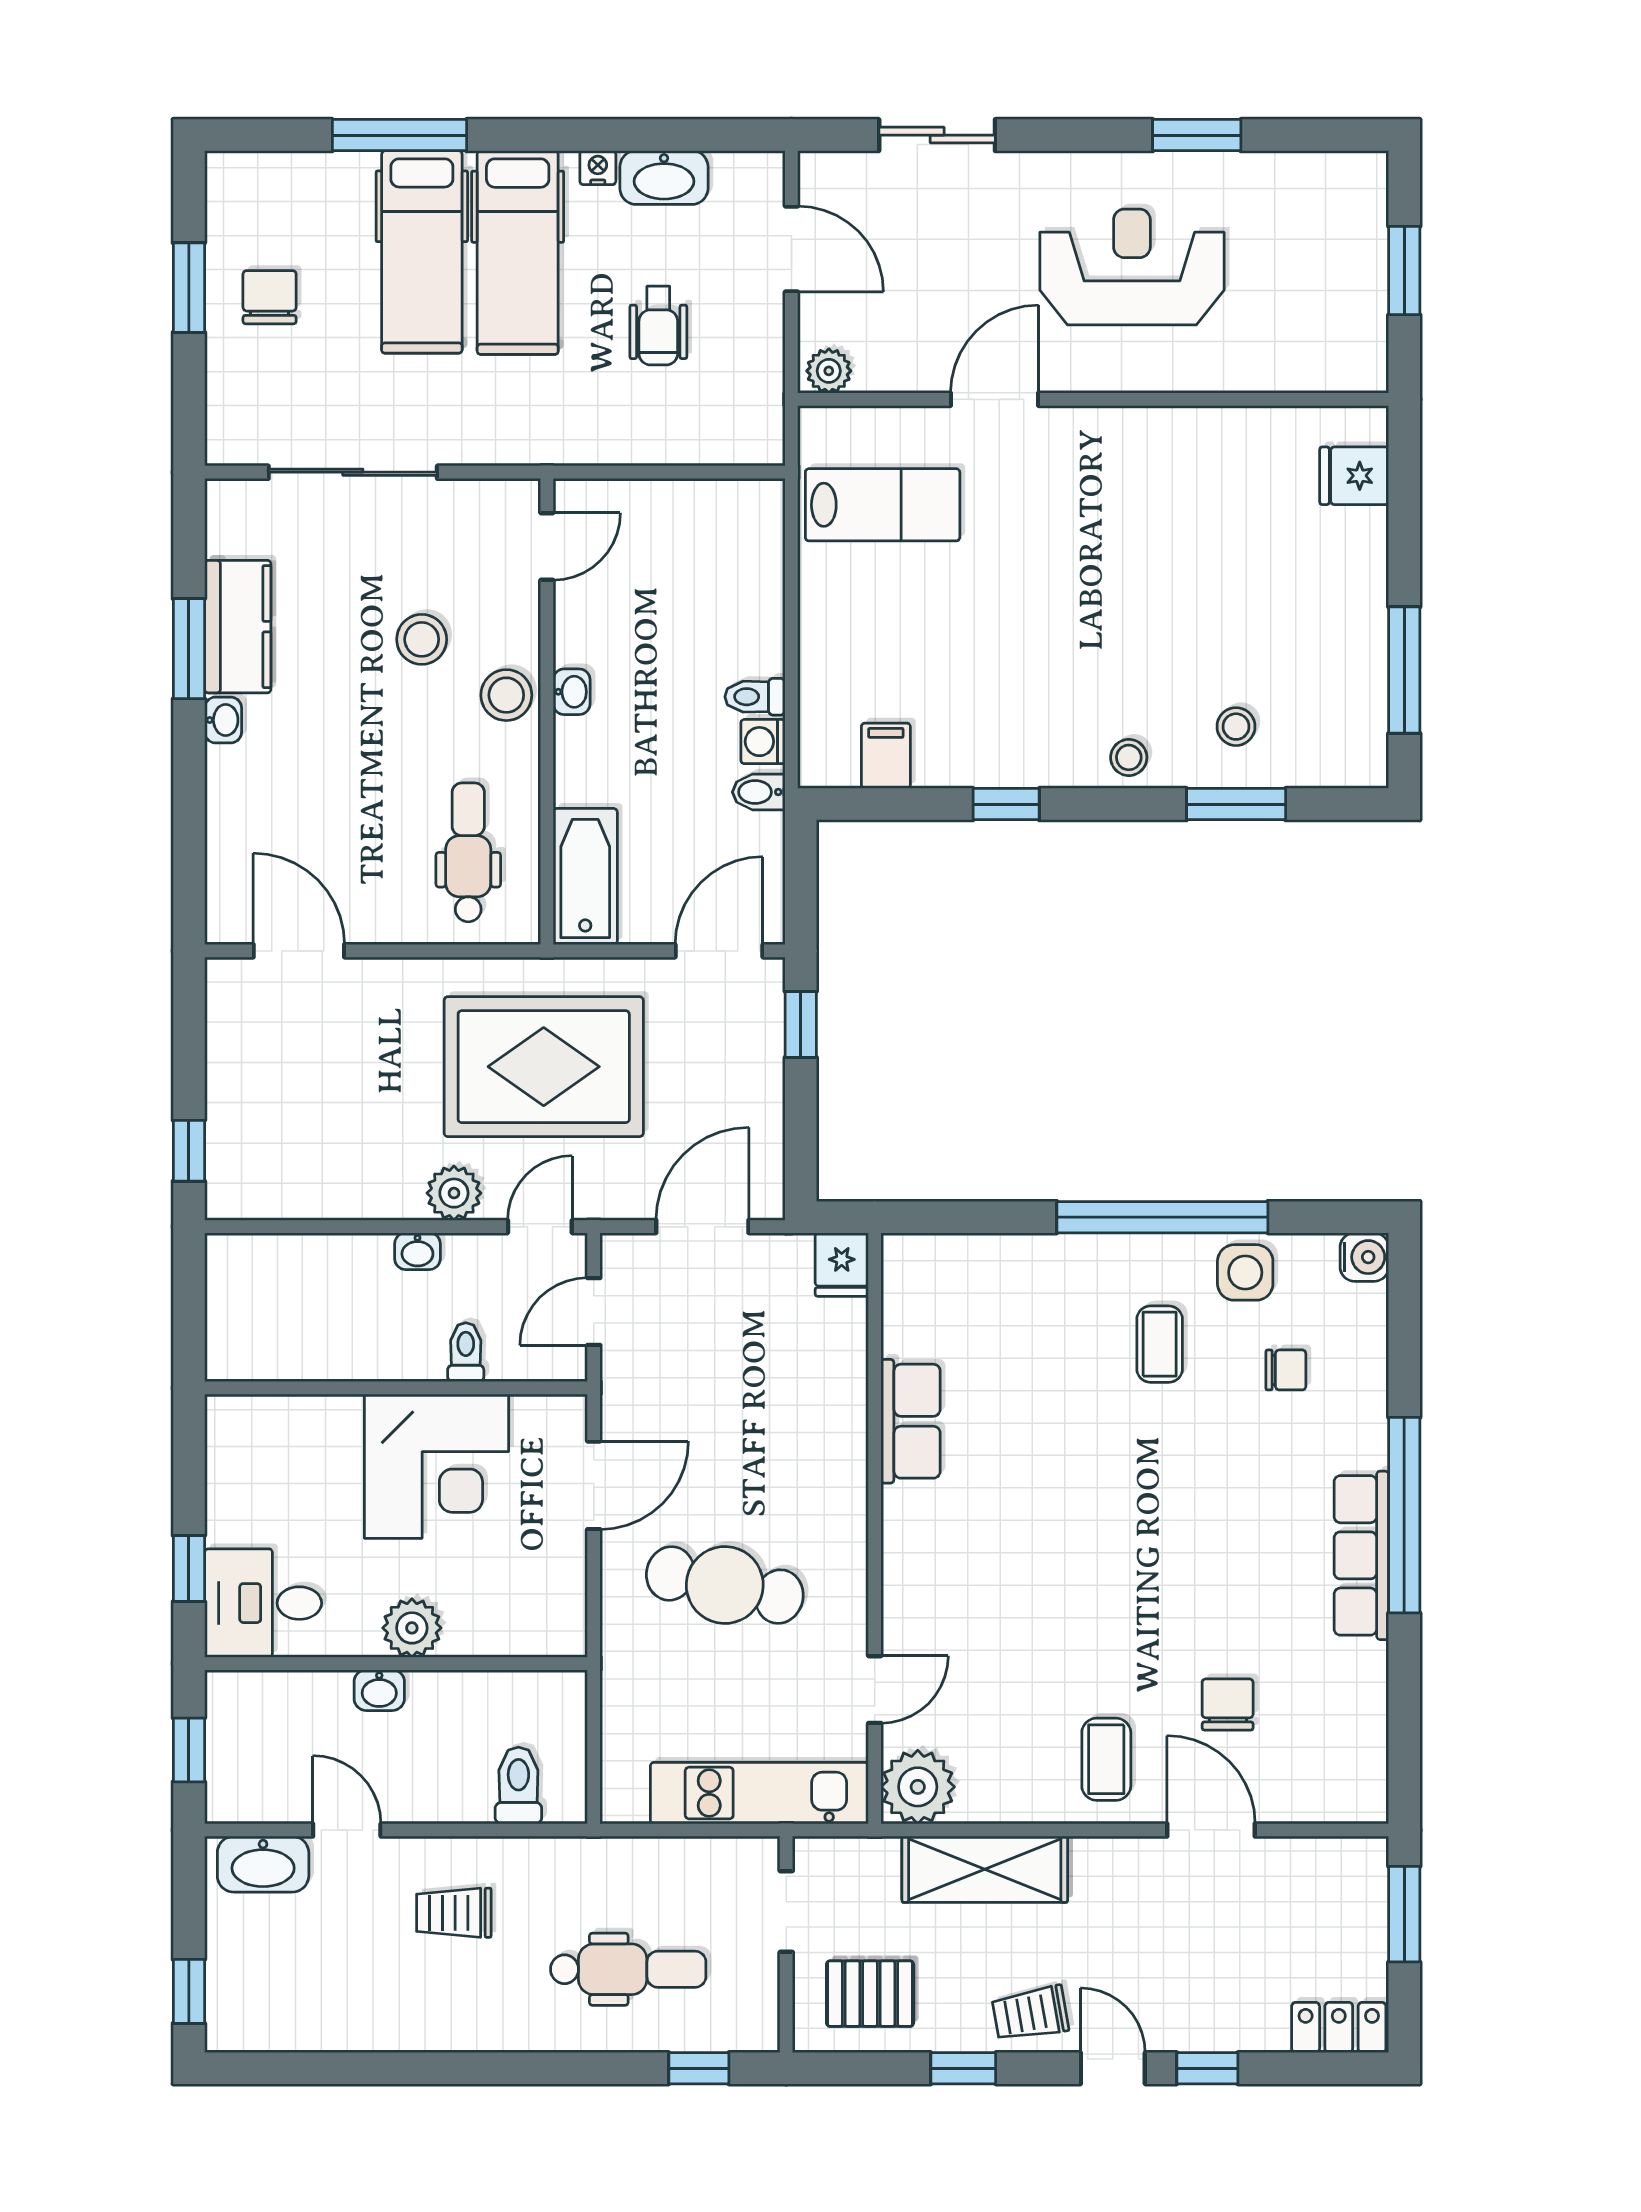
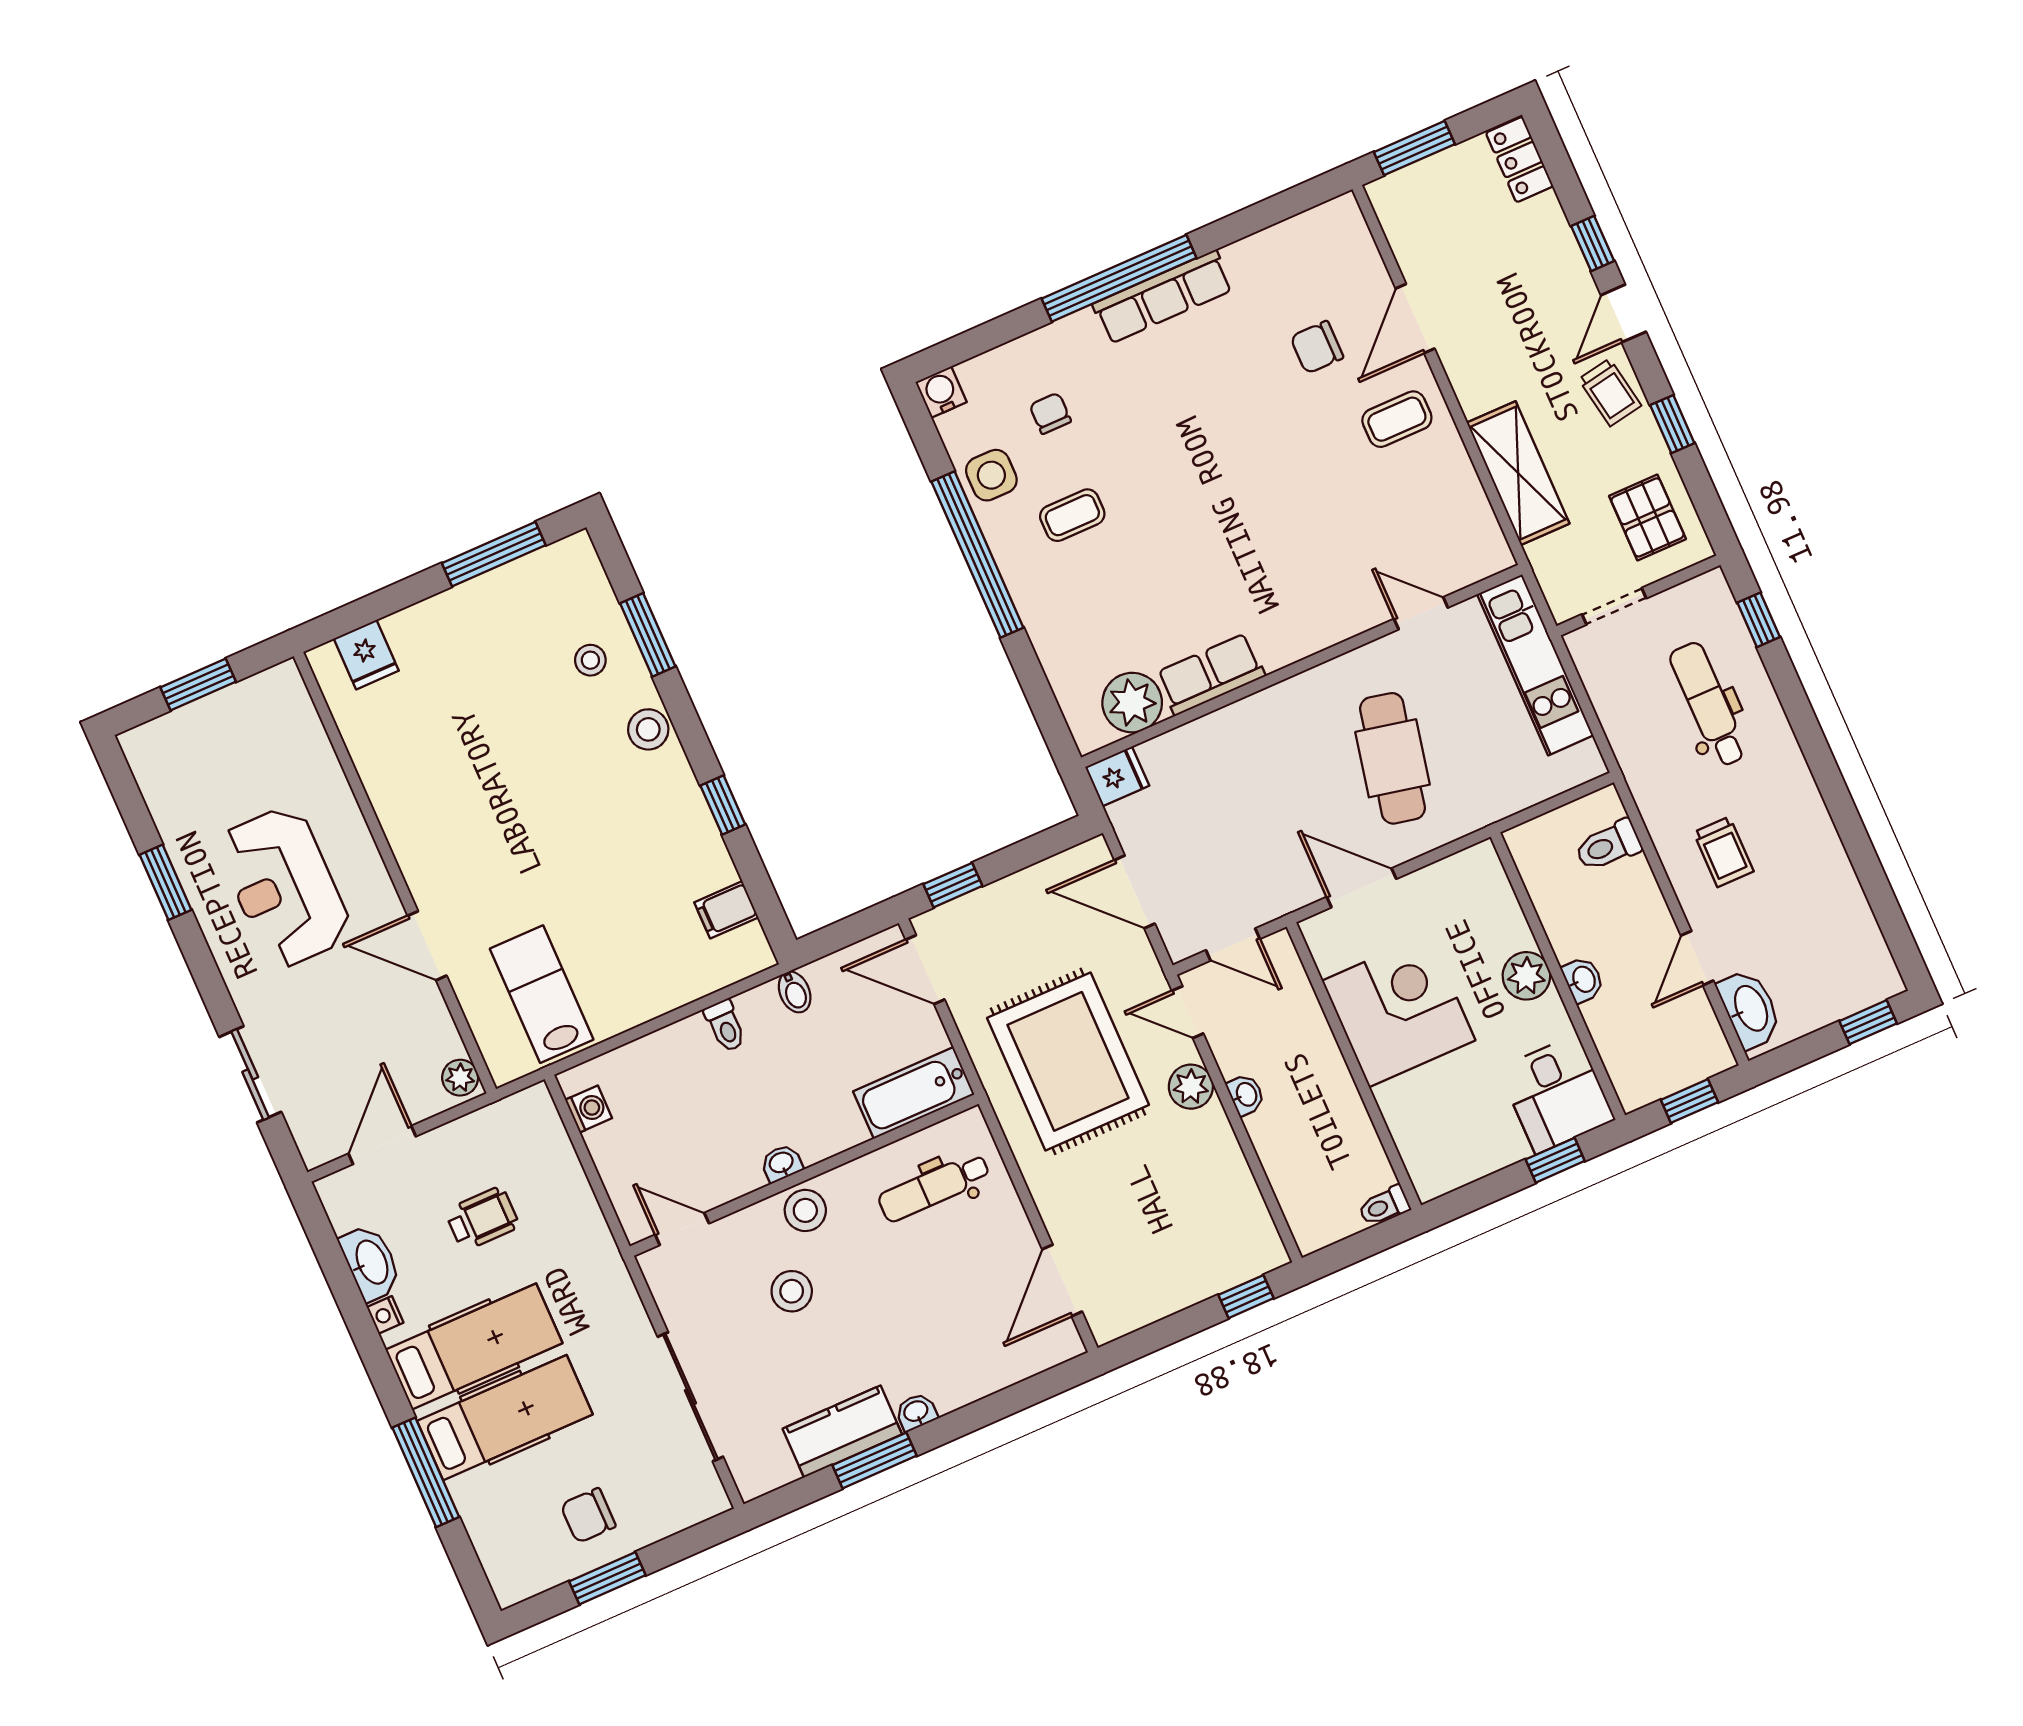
washing machine: (763, 742) -> (589, 1109), moved, turned -90
stool: (1129, 757) -> (648, 729), width x1.37, depth x1.37
toilet: (466, 1352) -> (1384, 1206), moved
plant: (918, 1787) -> (1132, 703), moved

